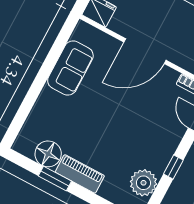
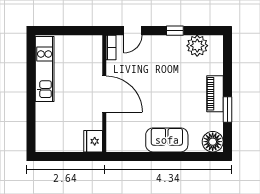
sofa: (70, 68) -> (167, 140), moved
floor lamp: (48, 154) -> (213, 142), moved

